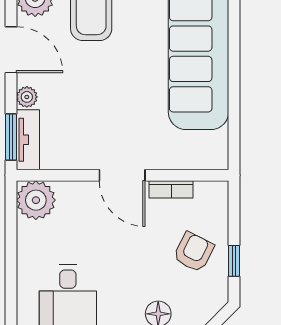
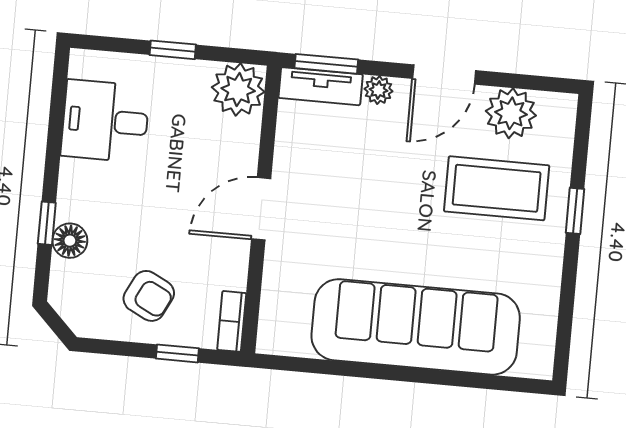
bookcase: (171, 189) -> (232, 321), moved
window: (11, 251) -> (173, 50), added
window: (234, 261) -> (177, 353), moved

